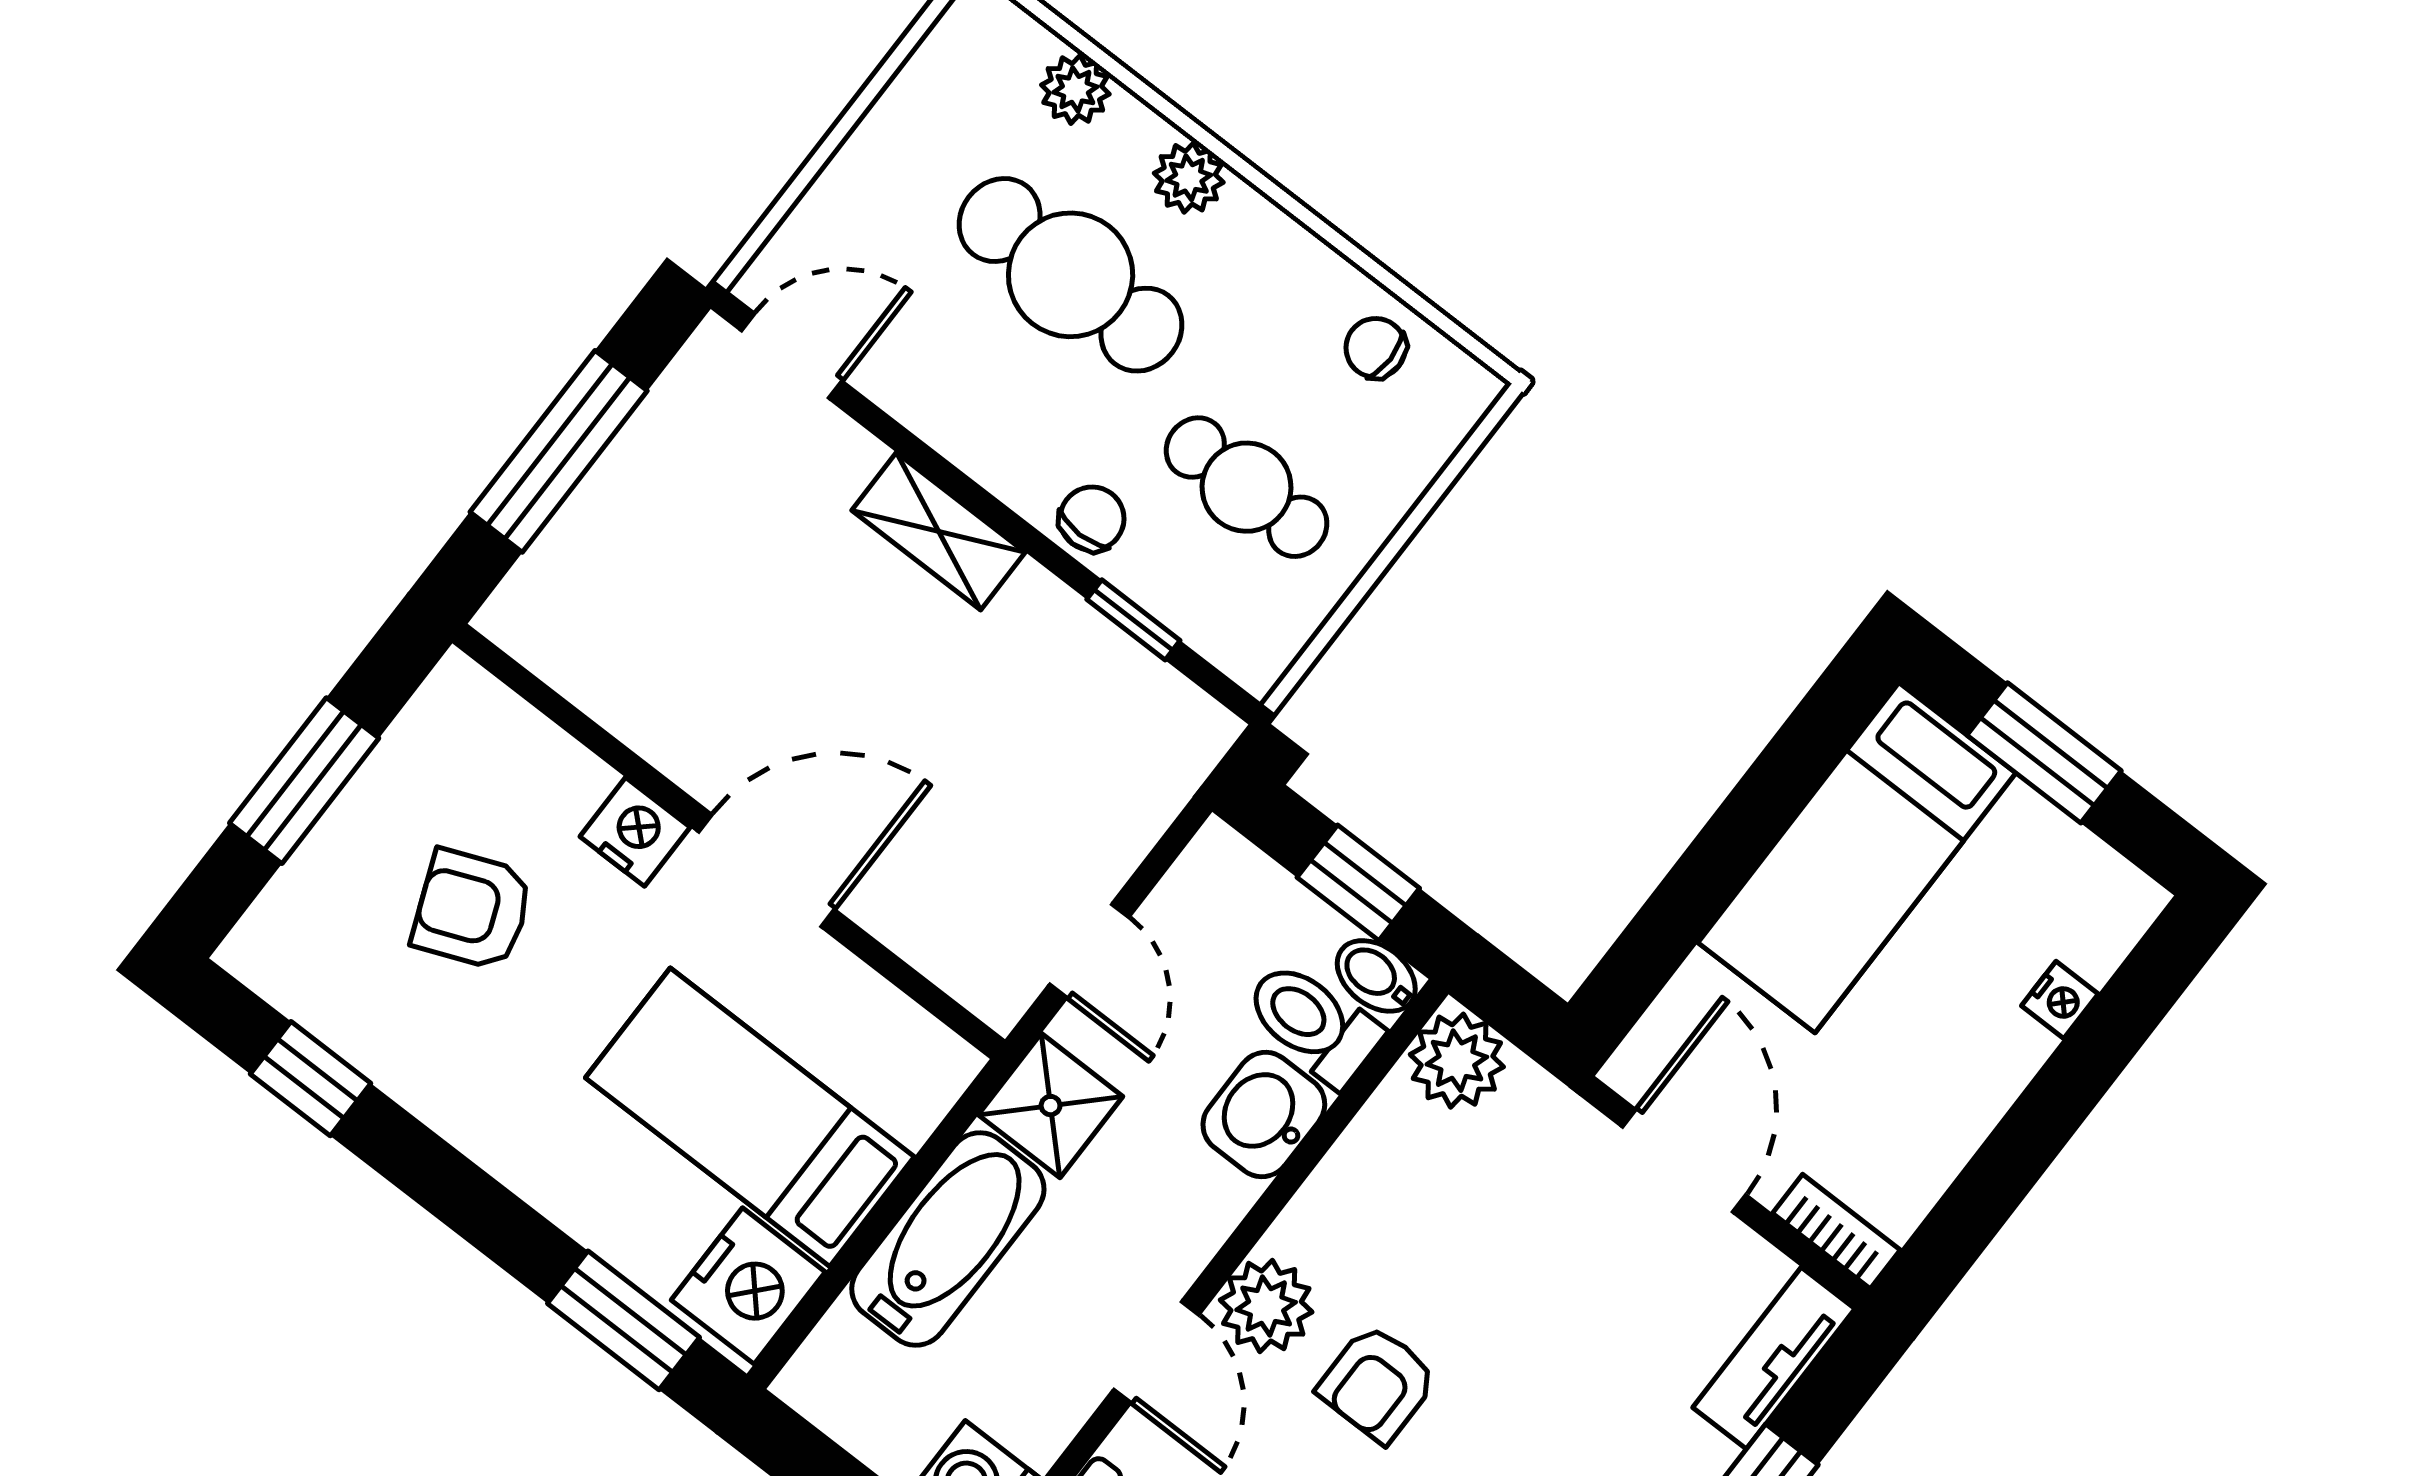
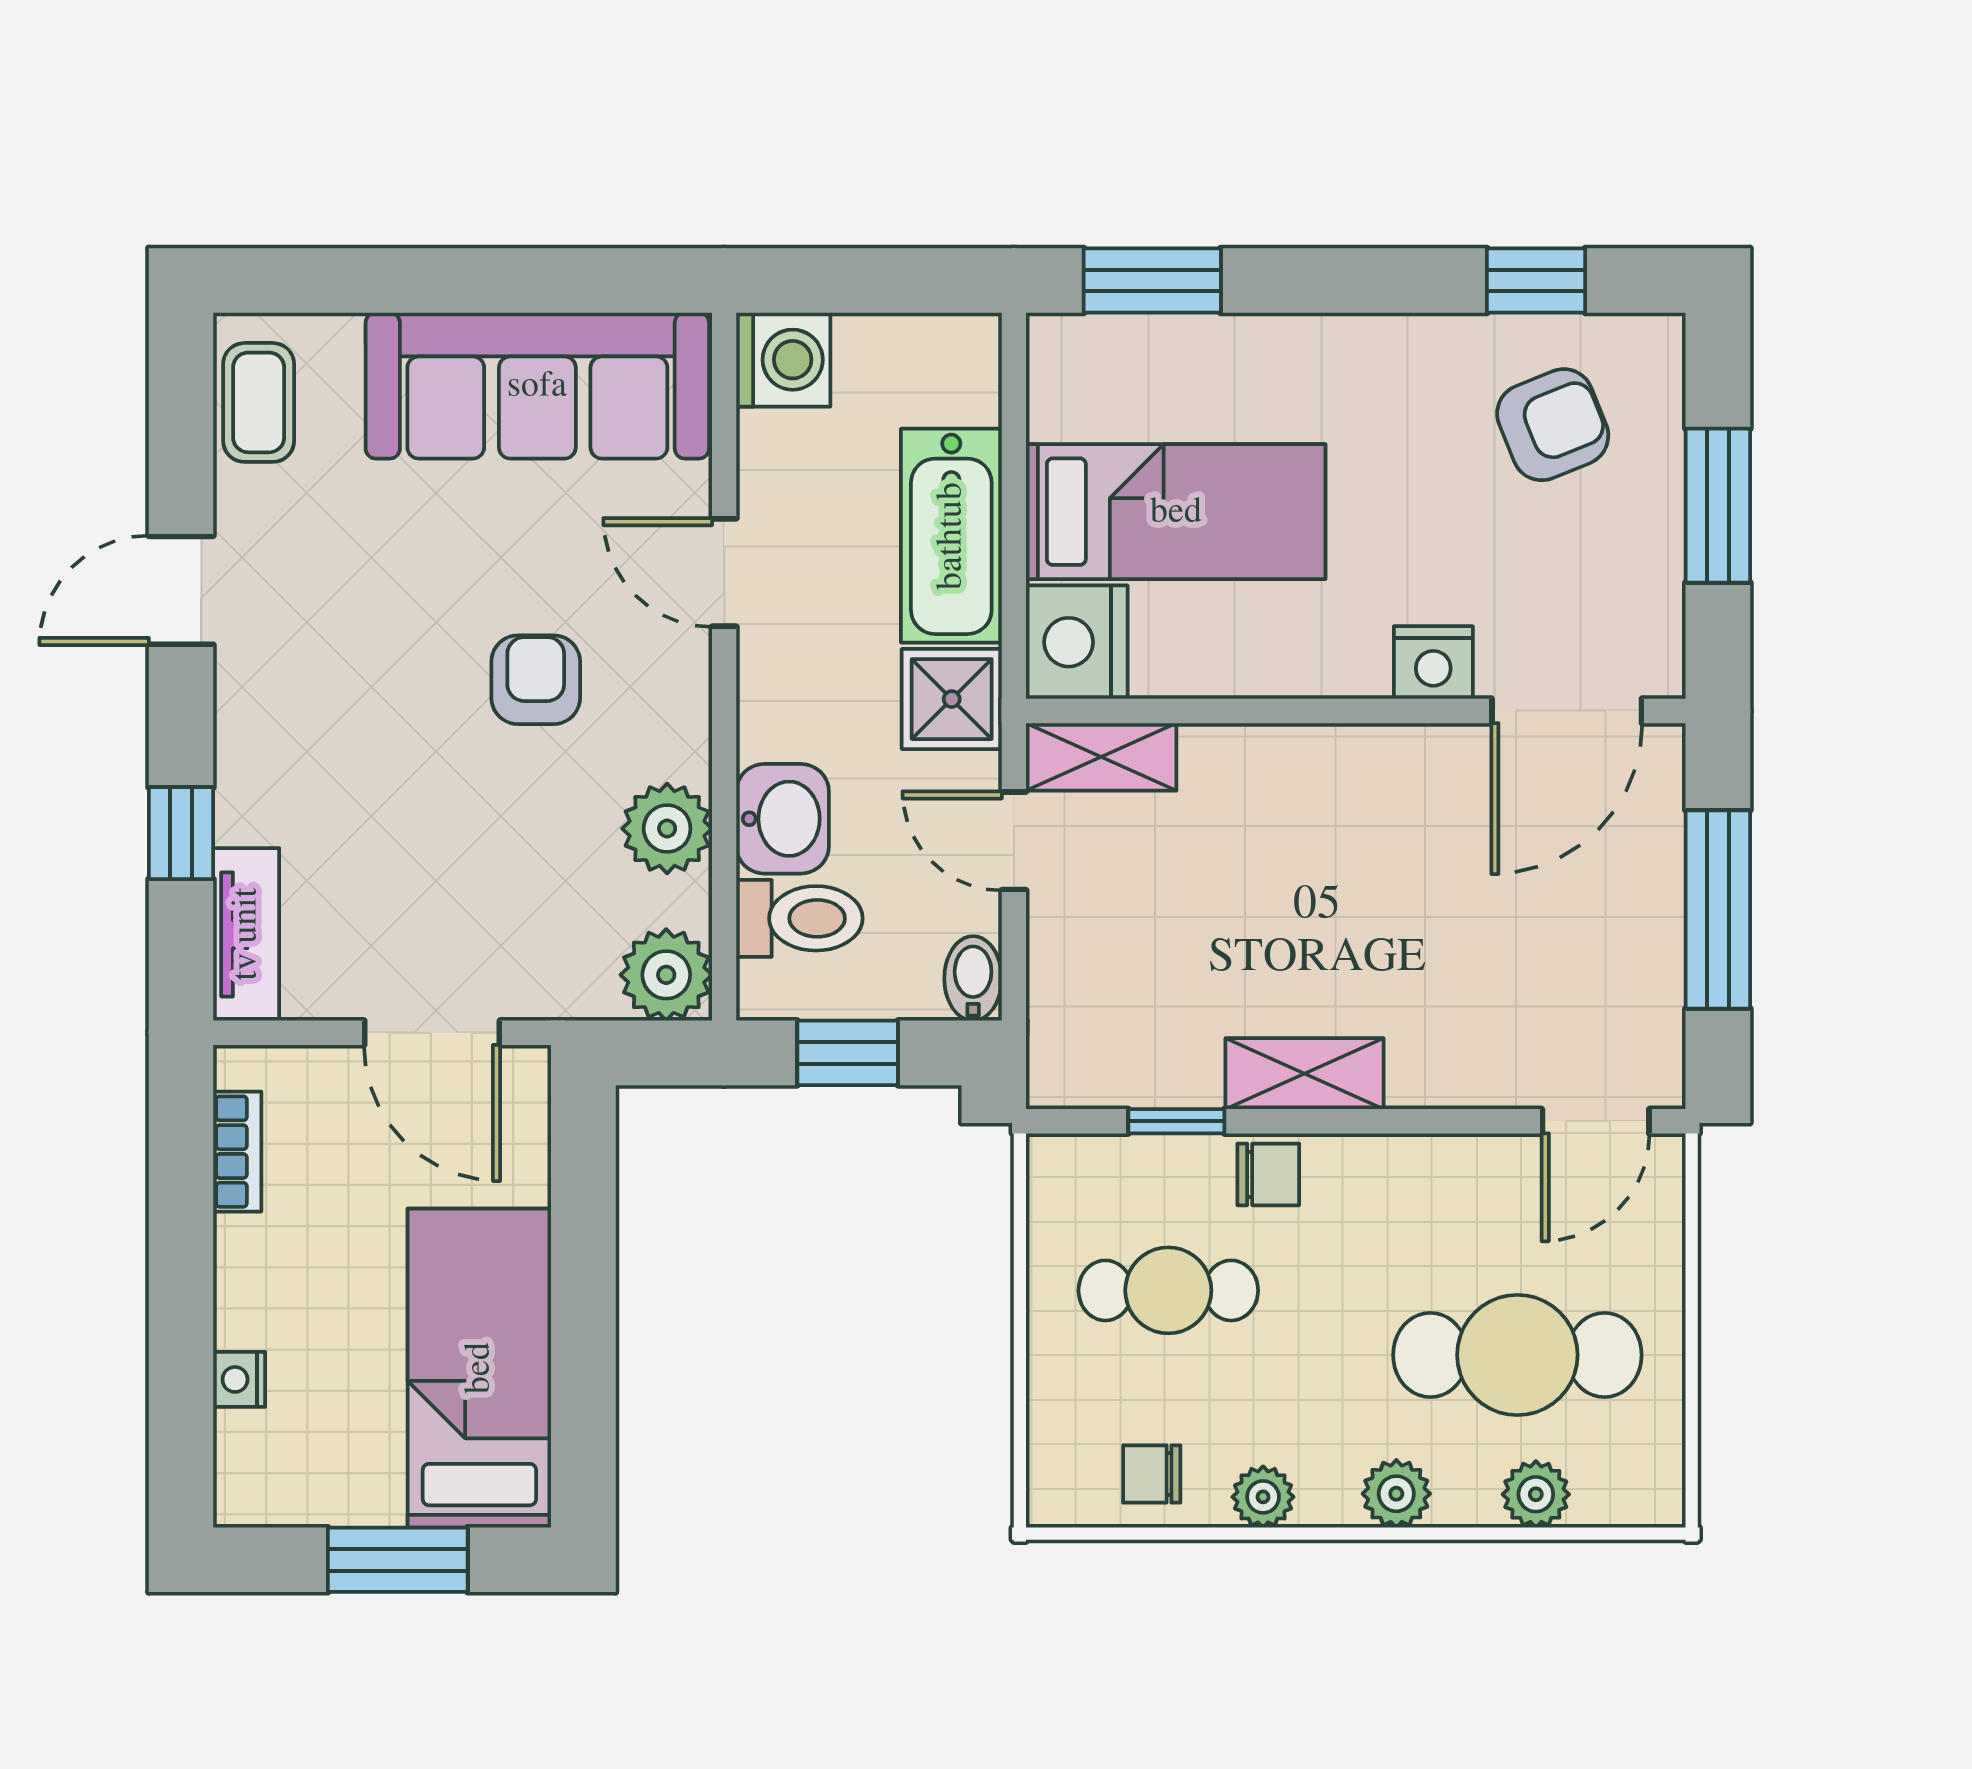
plant: (1299, 259) -> (1263, 1497), added
cafe table: (1071, 275) -> (1517, 1355), moved
chair: (1376, 348) -> (1152, 1474), turned 180
chair: (1092, 519) -> (1268, 1174), turned -90
shelving: (938, 531) -> (1305, 1074), moved
door: (767, 871) -> (1567, 711), moved
armchair: (472, 910) -> (1553, 425), moved
shelving: (965, 964) -> (1101, 757), added
bidet: (1376, 976) -> (973, 978), moved, turned -90
bookcase: (1836, 1232) -> (237, 1152), moved, turned -90
nightstand: (748, 1286) -> (1077, 642), moved
plant: (1266, 1306) -> (667, 829), moved

